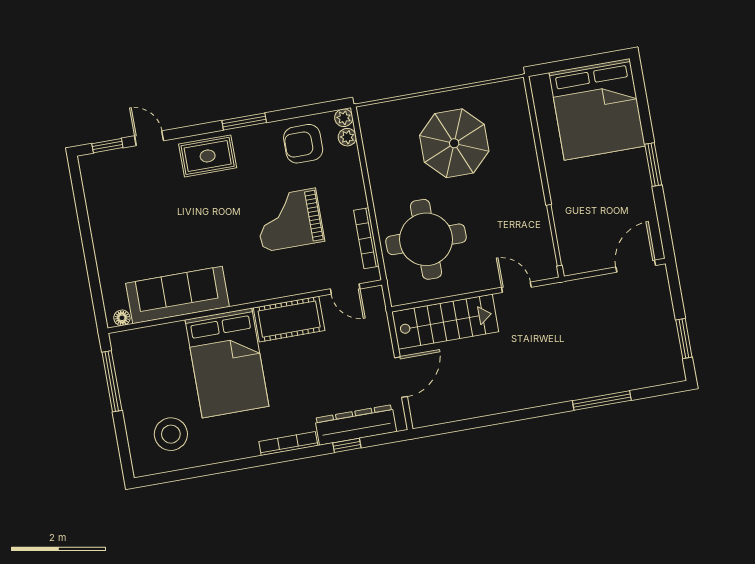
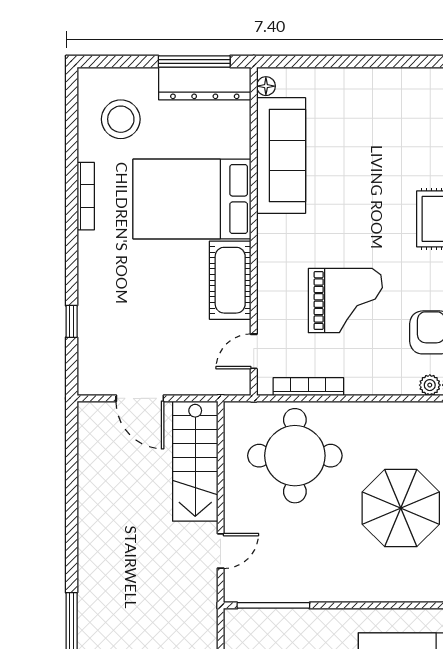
grand piano: (289, 220) -> (345, 301), turned 90
dresser: (356, 425) -> (205, 83), moved, turned 90
bookcase: (288, 444) -> (86, 196), moved

